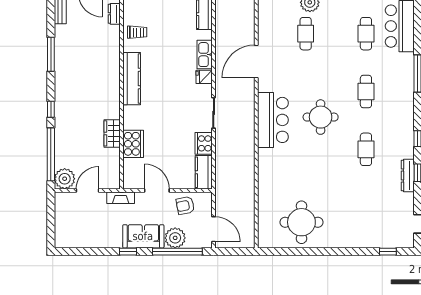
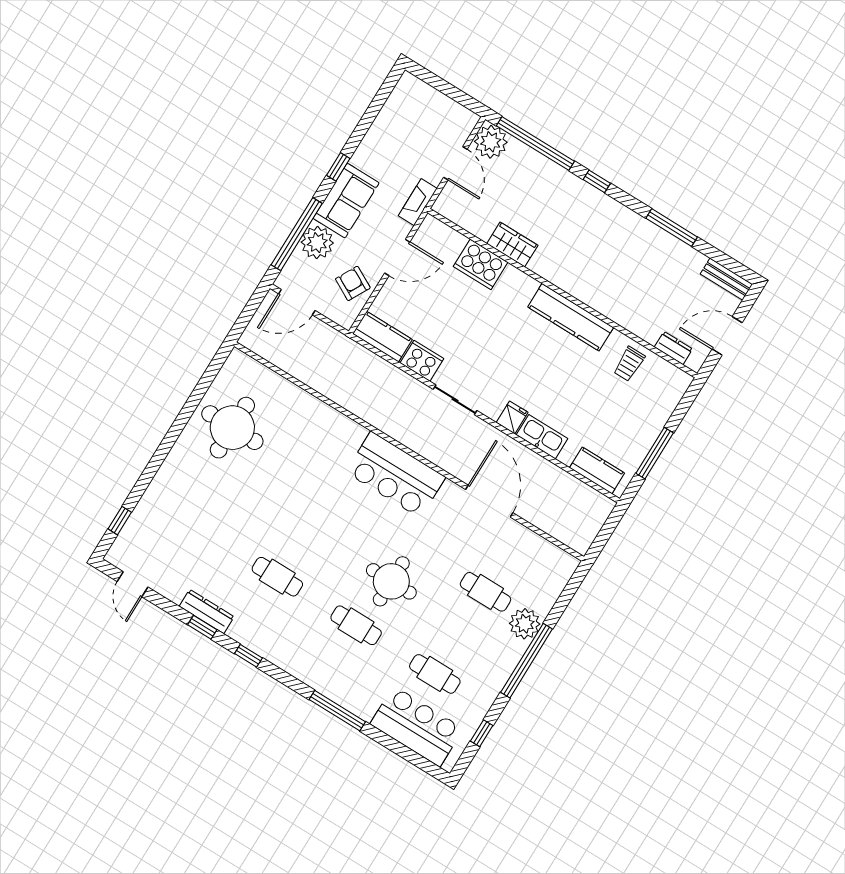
round table: (321, 117) -> (391, 581), moved
armchair: (185, 206) -> (353, 283), turned -51

